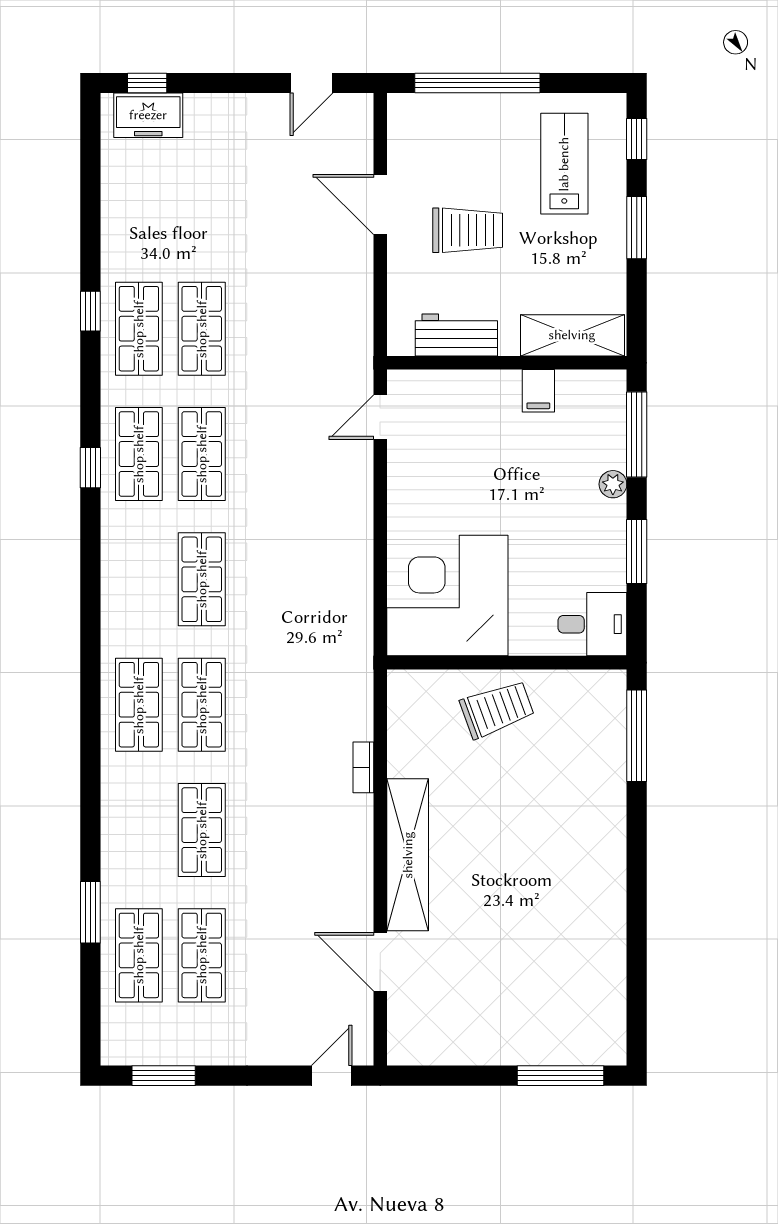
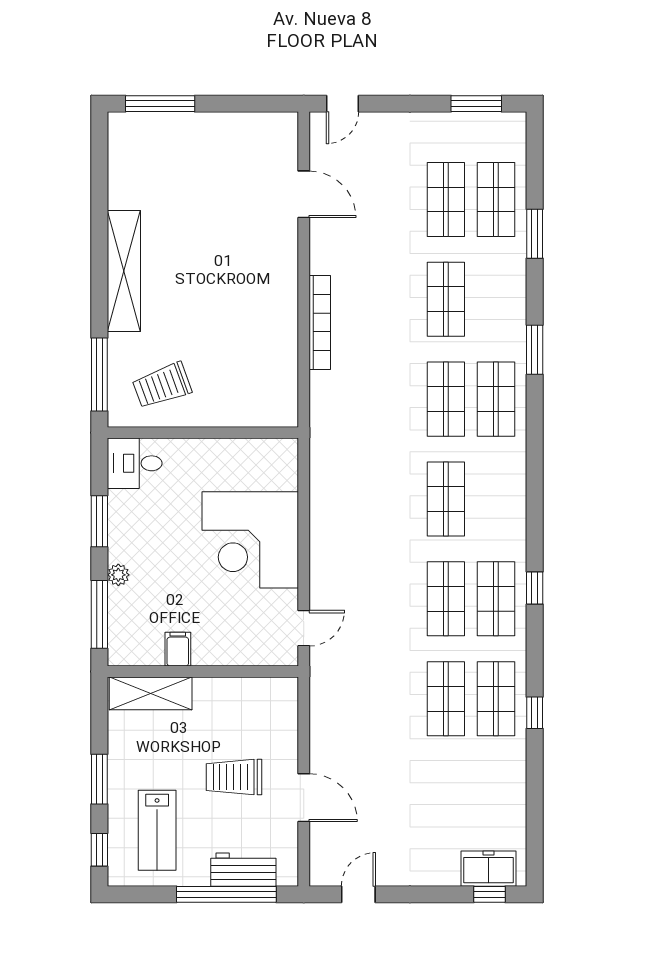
workbench: (456, 335) -> (243, 870), moved, turned 180
corner desk: (447, 596) -> (250, 540), moved, turned 90
trolley: (497, 709) -> (162, 385), moved
window: (90, 767) -> (535, 350), added
bookcase: (363, 767) -> (320, 322), width x2.31, depth x1.31
shelving: (408, 855) -> (124, 271), moved

